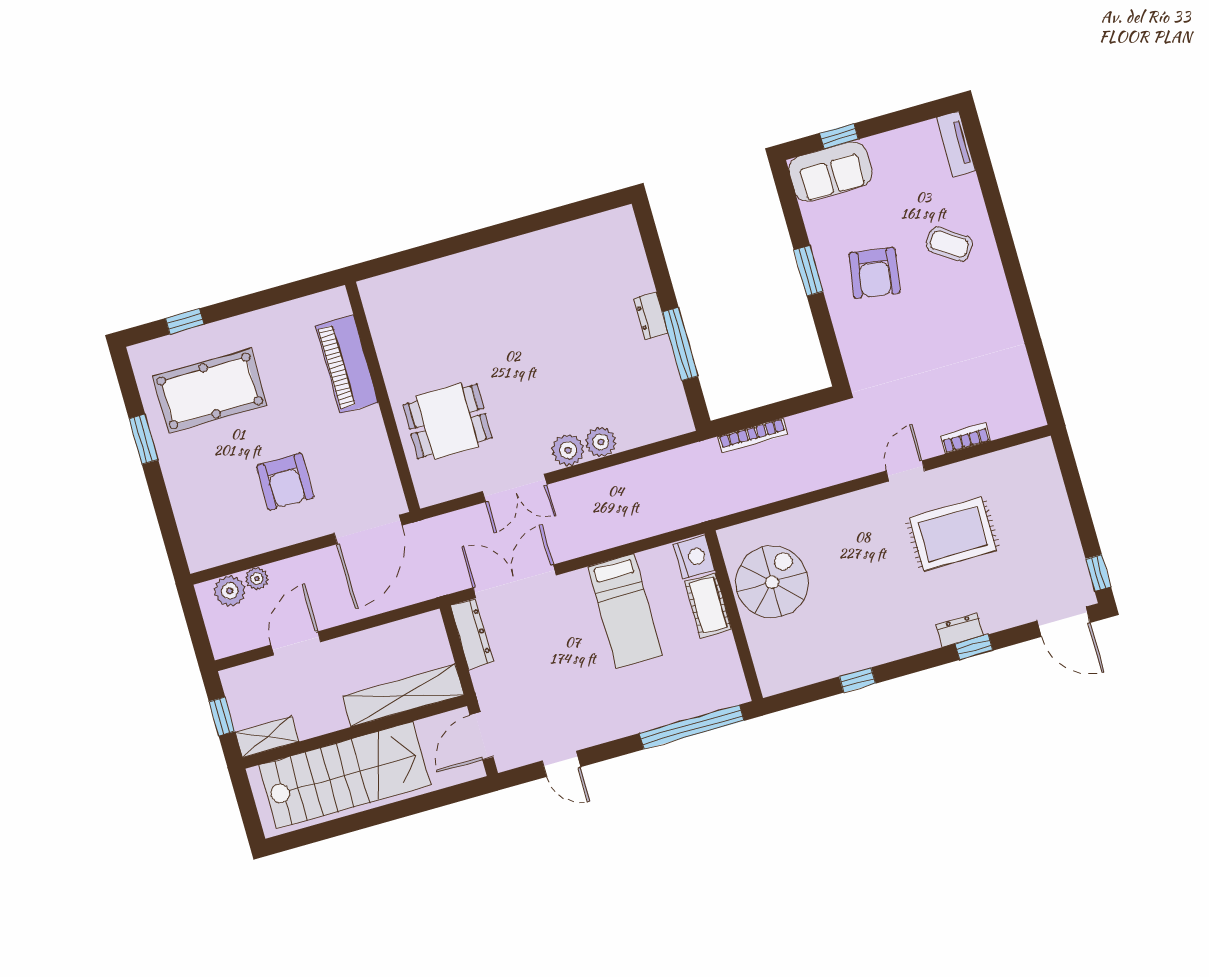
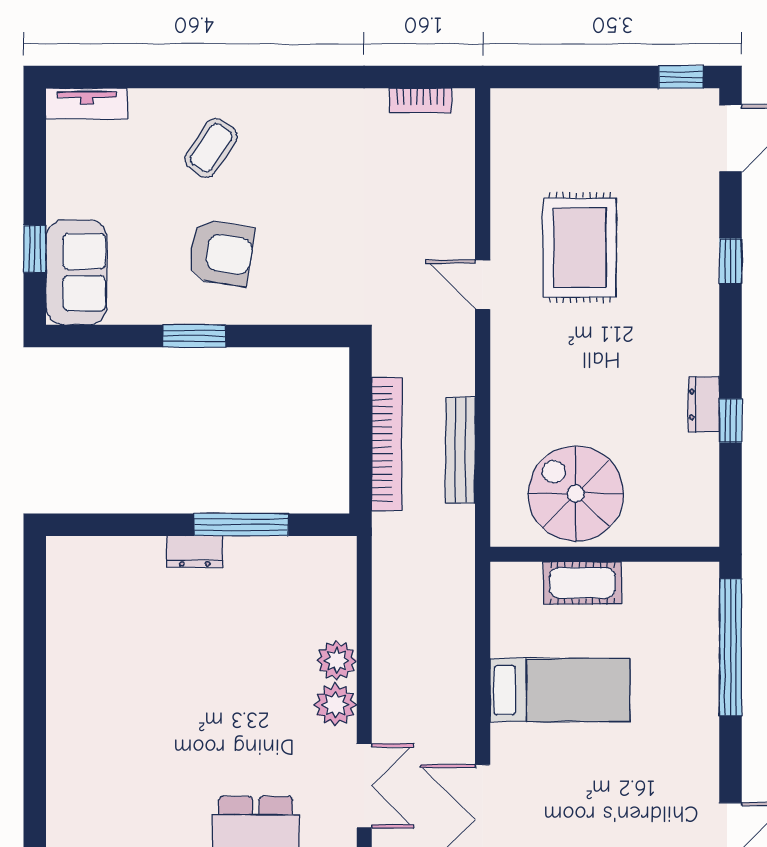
bookcase: (753, 435) -> (387, 444), width x1.48, depth x1.31
bookcase: (965, 438) -> (421, 100), moved, turned -90
bench: (780, 489) -> (460, 450), added
nightstand: (694, 557) -> (516, 583), removed
dresser: (960, 630) -> (704, 404), moved

